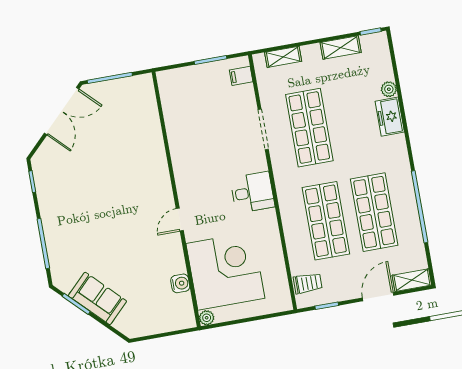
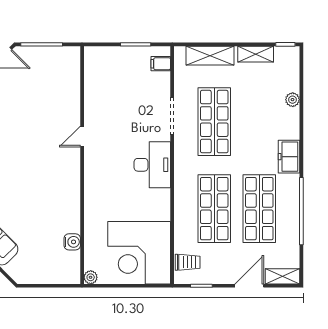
shelving: (283, 57) -> (210, 56), width x1.50, depth x1.33
freezer: (390, 117) -> (289, 157), moved
desk: (252, 192) -> (152, 165), width x1.37
door: (180, 220) -> (82, 137), moved
corner desk: (225, 271) -> (139, 253), moved, turned 180

